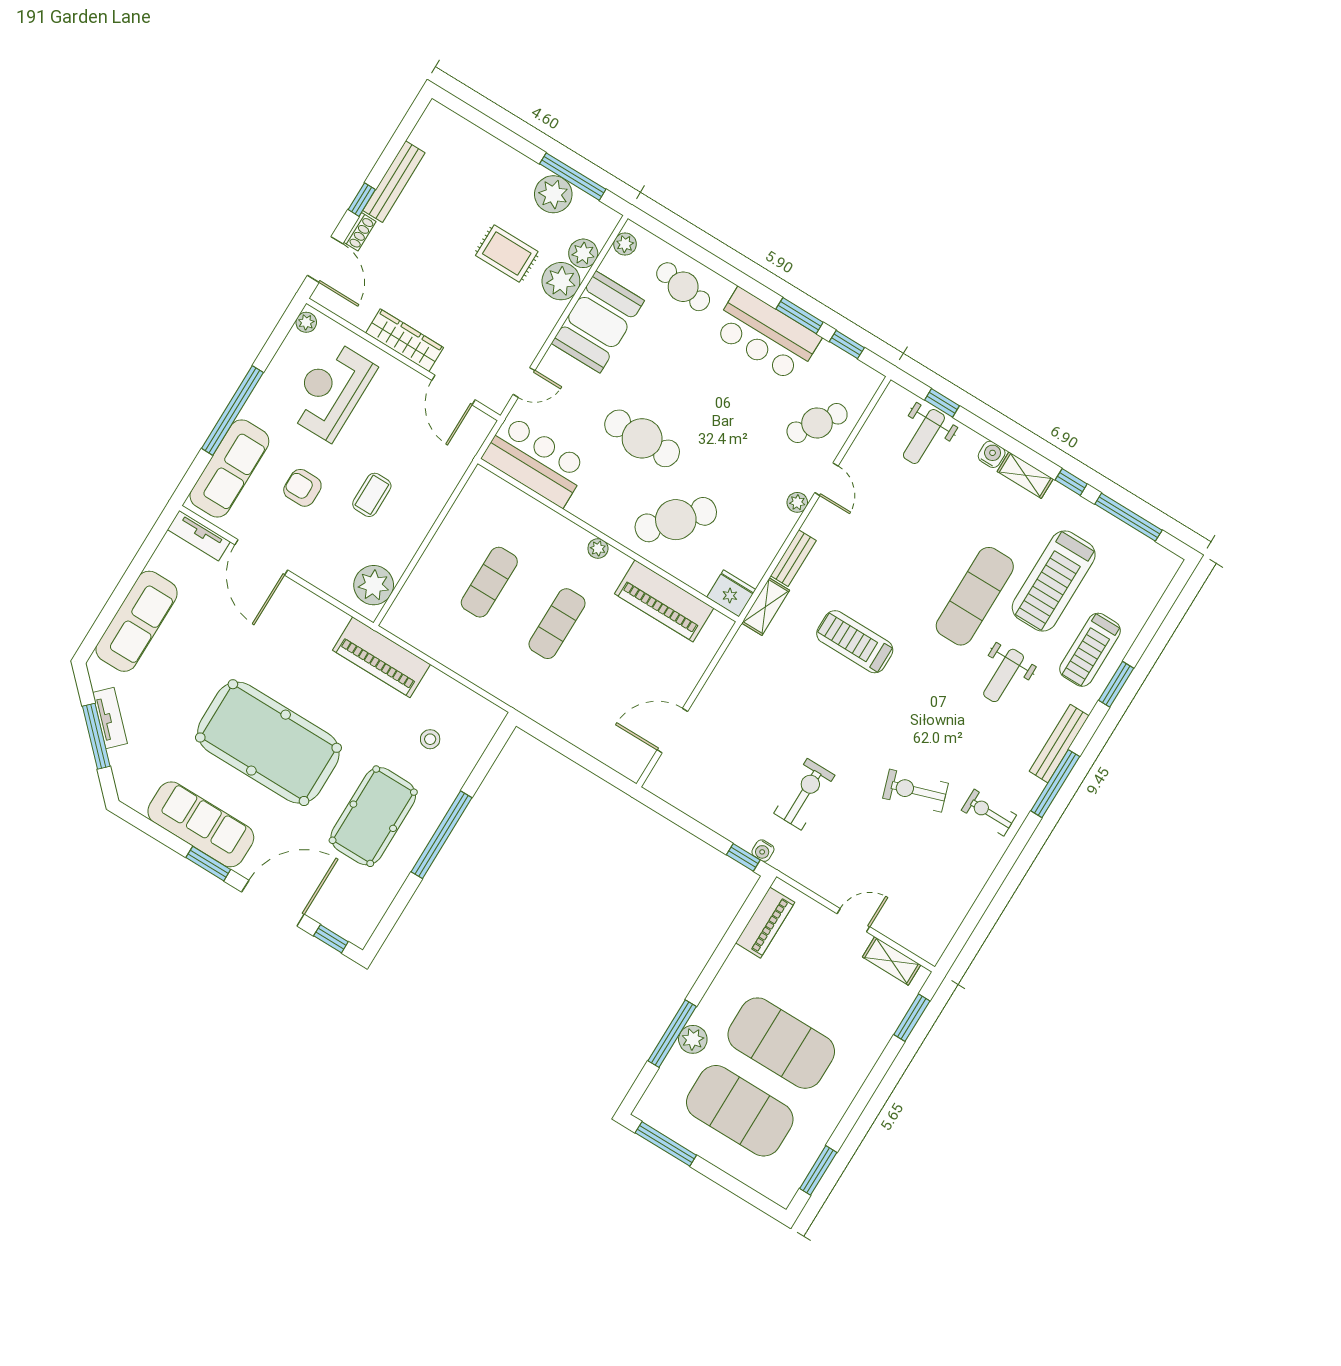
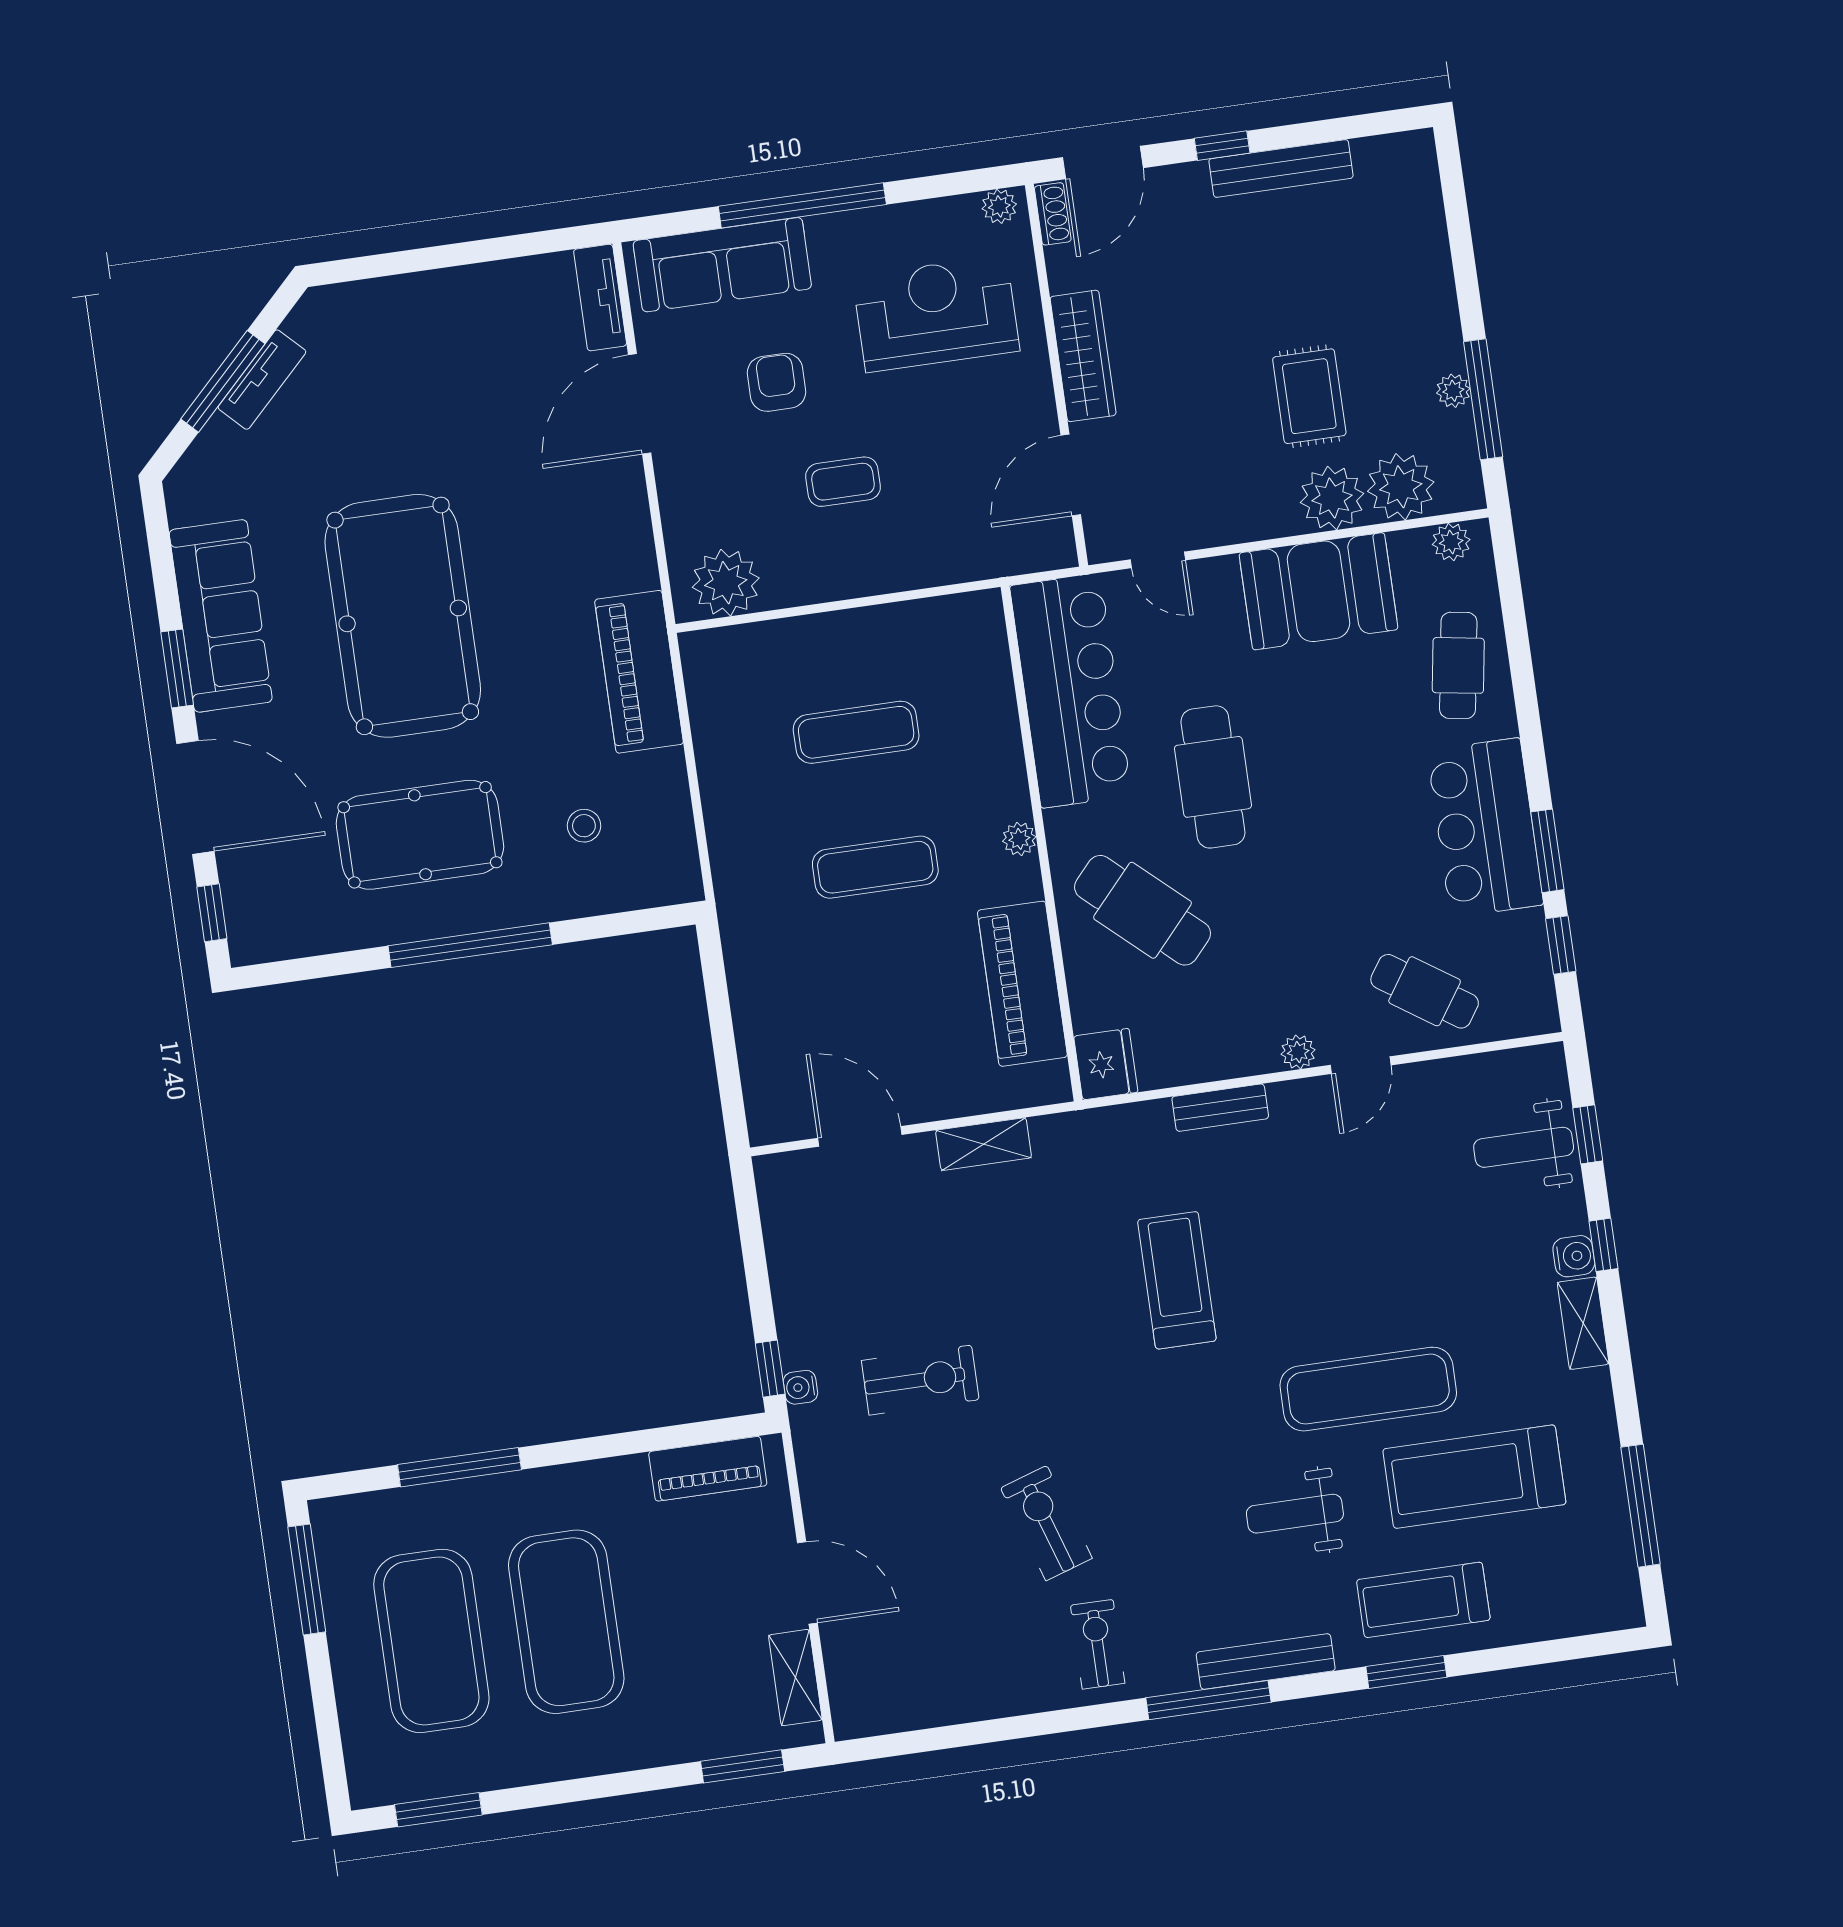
plant: (553, 194) -> (1453, 391), width x0.53, depth x0.53
shoe rack: (360, 232) -> (1053, 214), moved, turned -90
plant: (583, 253) -> (1401, 487), width x1.36, depth x1.36
bar counter: (535, 461) -> (1071, 691), width x1.36
window: (1071, 482) -> (1603, 1245), moved
shelving: (765, 607) -> (984, 1144), moved
sofa: (137, 621) -> (419, 309), removed
door: (853, 920) -> (807, 1583), width x1.38
plant: (693, 1039) -> (474, 1501), removed

